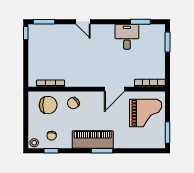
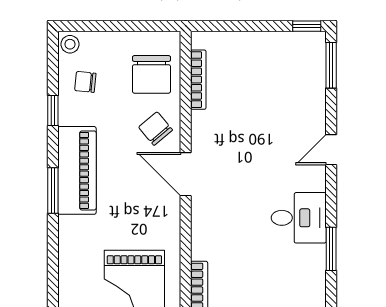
window: (140, 22) -> (331, 249), moved
desk: (127, 37) -> (299, 218), moved
door: (114, 89) -> (186, 174), moved
window: (51, 151) -> (53, 110), moved

